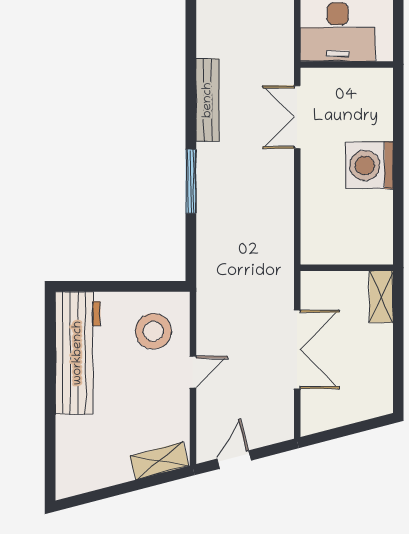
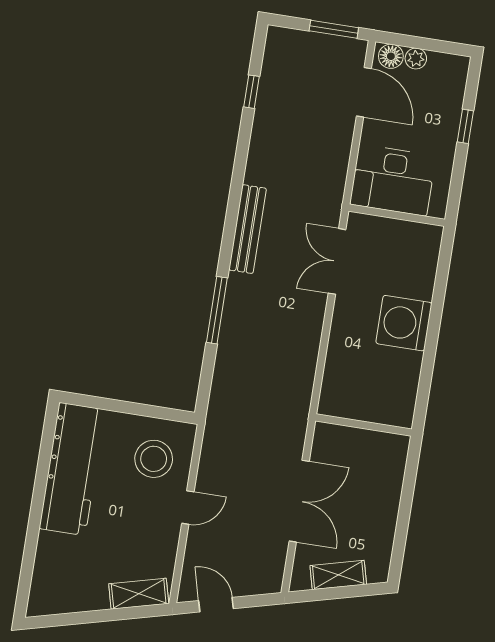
shelving: (381, 297) -> (338, 575), moved, turned 75
door: (234, 460) -> (216, 605), hinge flipped

